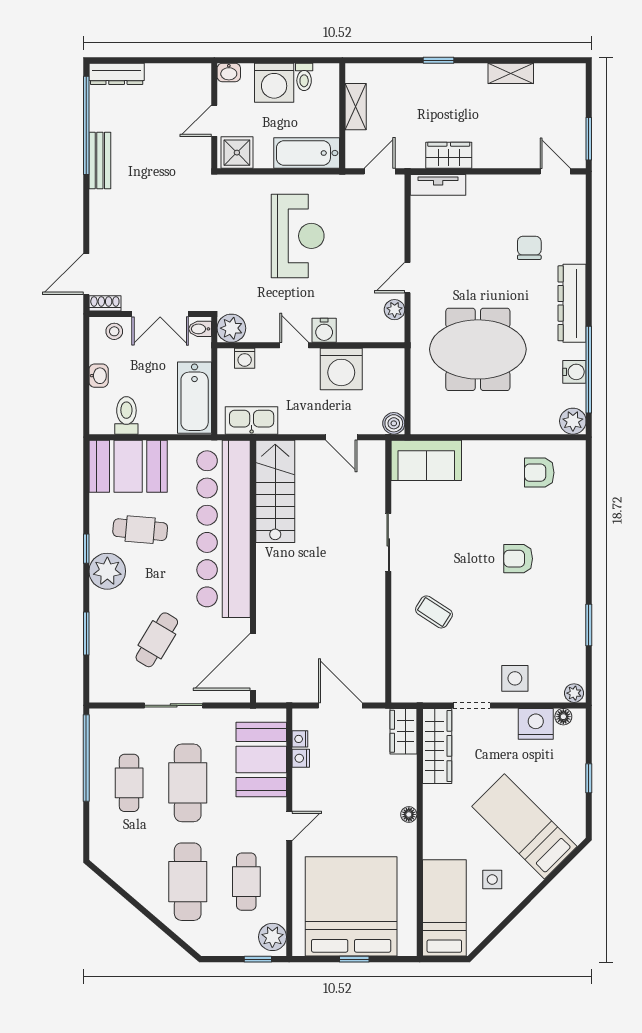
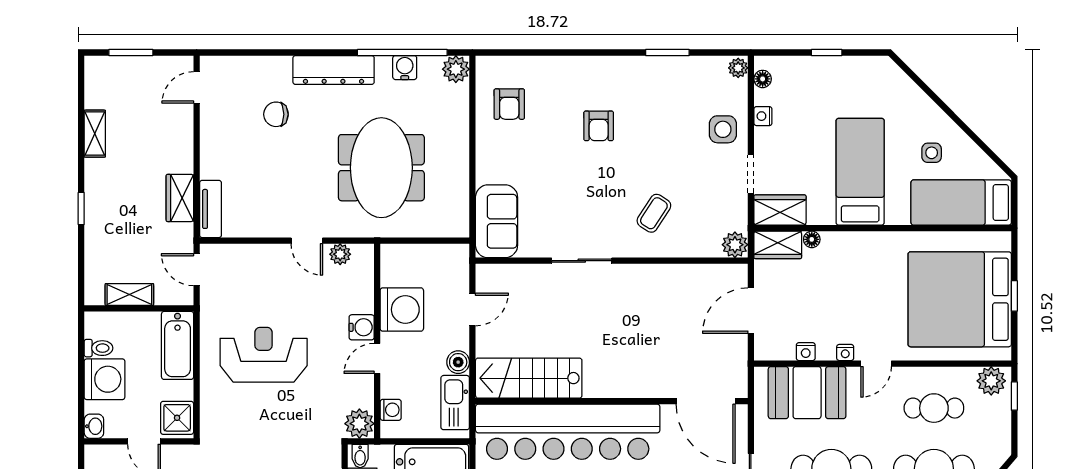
window: (589, 139) -> (131, 53), moved
boiler: (394, 423) -> (458, 362), moved
plant: (404, 690) -> (735, 245), added
nightstand: (536, 724) -> (763, 116), width x0.53, depth x0.56
nightstand: (300, 739) -> (845, 352), moved
wardrobe: (437, 746) -> (780, 210), width x0.67
floor lamp: (409, 814) -> (812, 239), moved
door: (289, 826) -> (876, 364), swing flipped
bed: (524, 826) -> (860, 172), moved, turned 135

